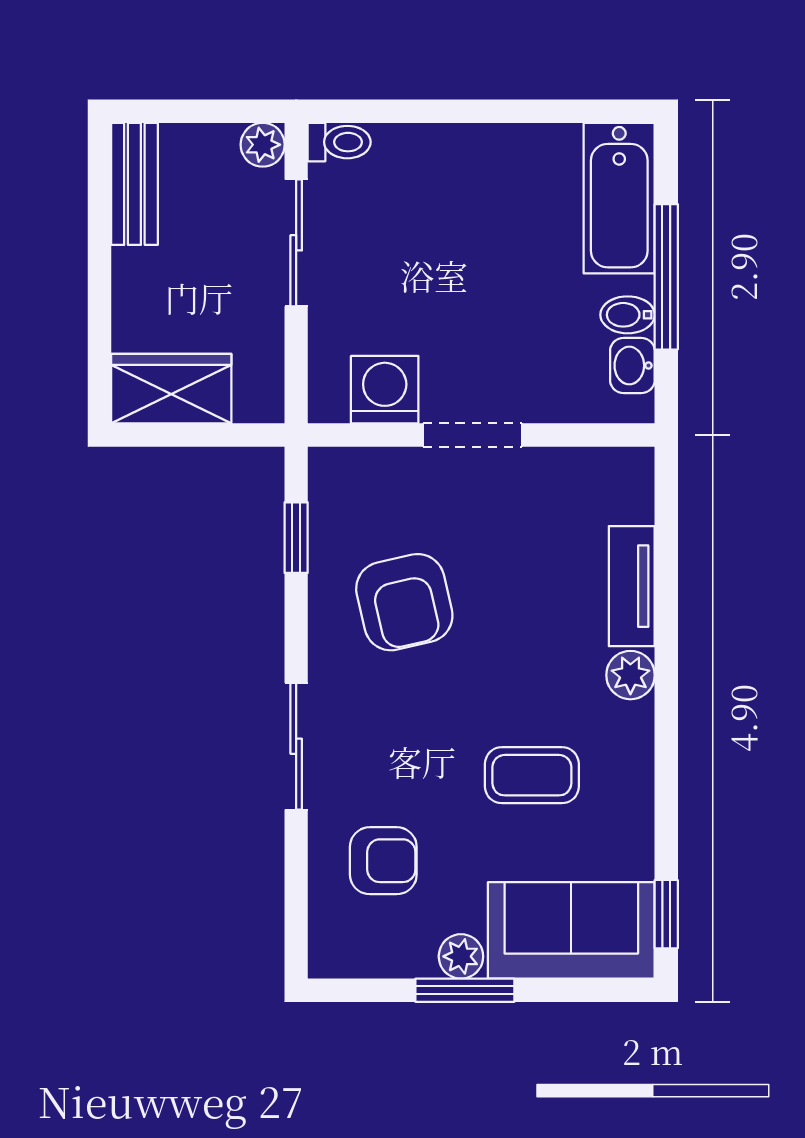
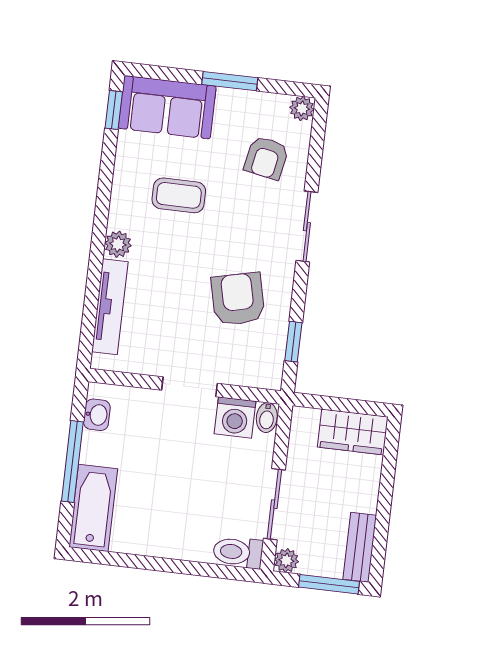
window: (181, 111) -> (329, 584), added
toilet: (339, 142) -> (238, 552), width x1.37, depth x1.39
bidet: (628, 315) -> (267, 418), moved, turned 90
tv unit: (632, 586) -> (110, 307), width x1.41
armchair: (383, 861) -> (266, 158), turned -79
plant: (461, 956) -> (302, 108), moved

